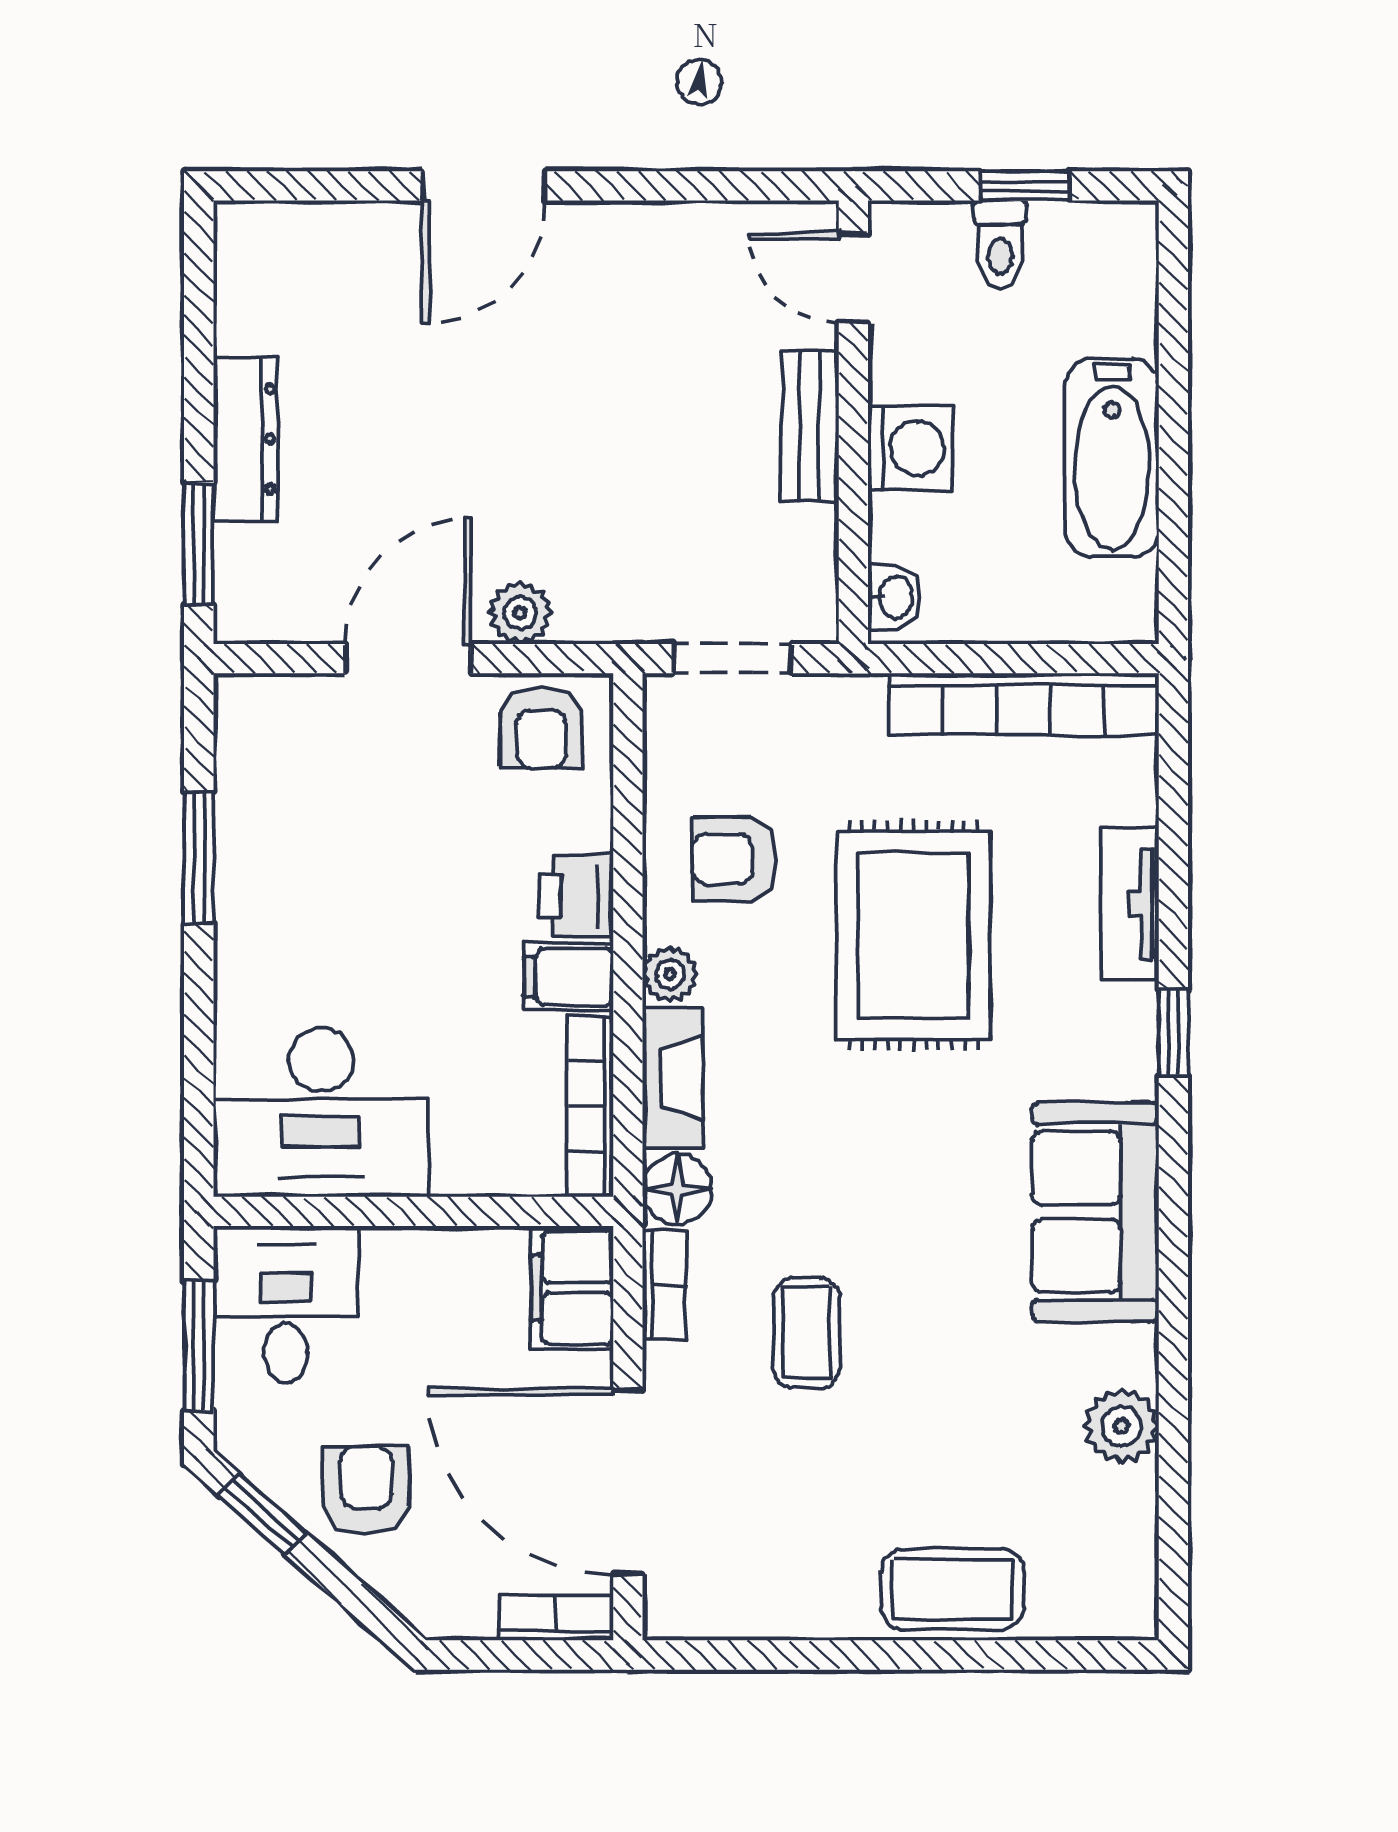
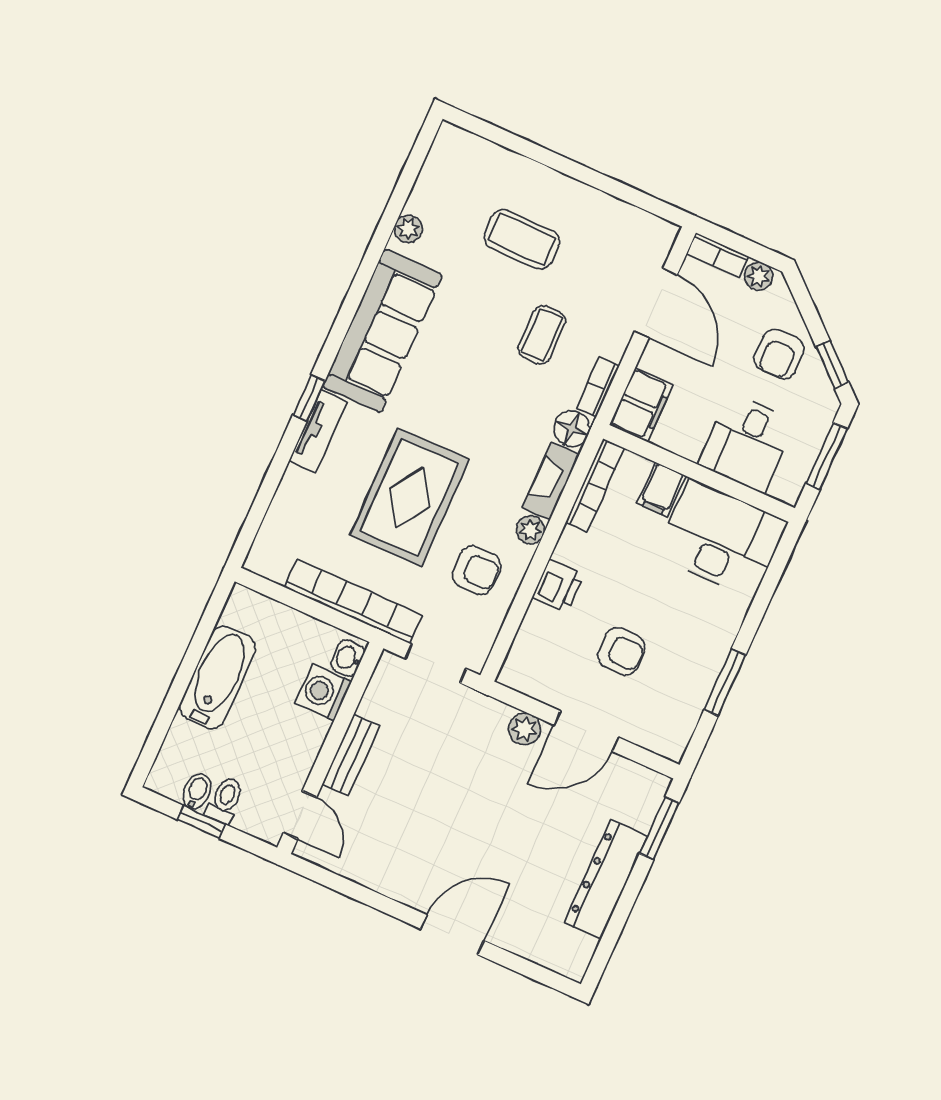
bidet: (1057, 237) -> (197, 791), added
dresser: (245, 439) -> (606, 879), width x1.37, depth x1.24
washing machine: (910, 448) -> (323, 692), moved
bookcase: (1024, 704) -> (353, 601), moved
armchair: (541, 727) -> (621, 651), moved, turned 90
tv unit: (1130, 904) -> (318, 431), moved
filing cabinet: (569, 977) -> (661, 490), moved, turned 90
sofa: (1095, 1212) -> (383, 331), width x1.36
desk: (286, 1304) -> (747, 443), moved
plant: (1121, 1426) -> (408, 229), width x0.73, depth x0.73
door: (628, 1482) -> (656, 303), width x0.73
coffee table: (952, 1589) -> (522, 239), moved
plant: (465, 1613) -> (759, 276), added

